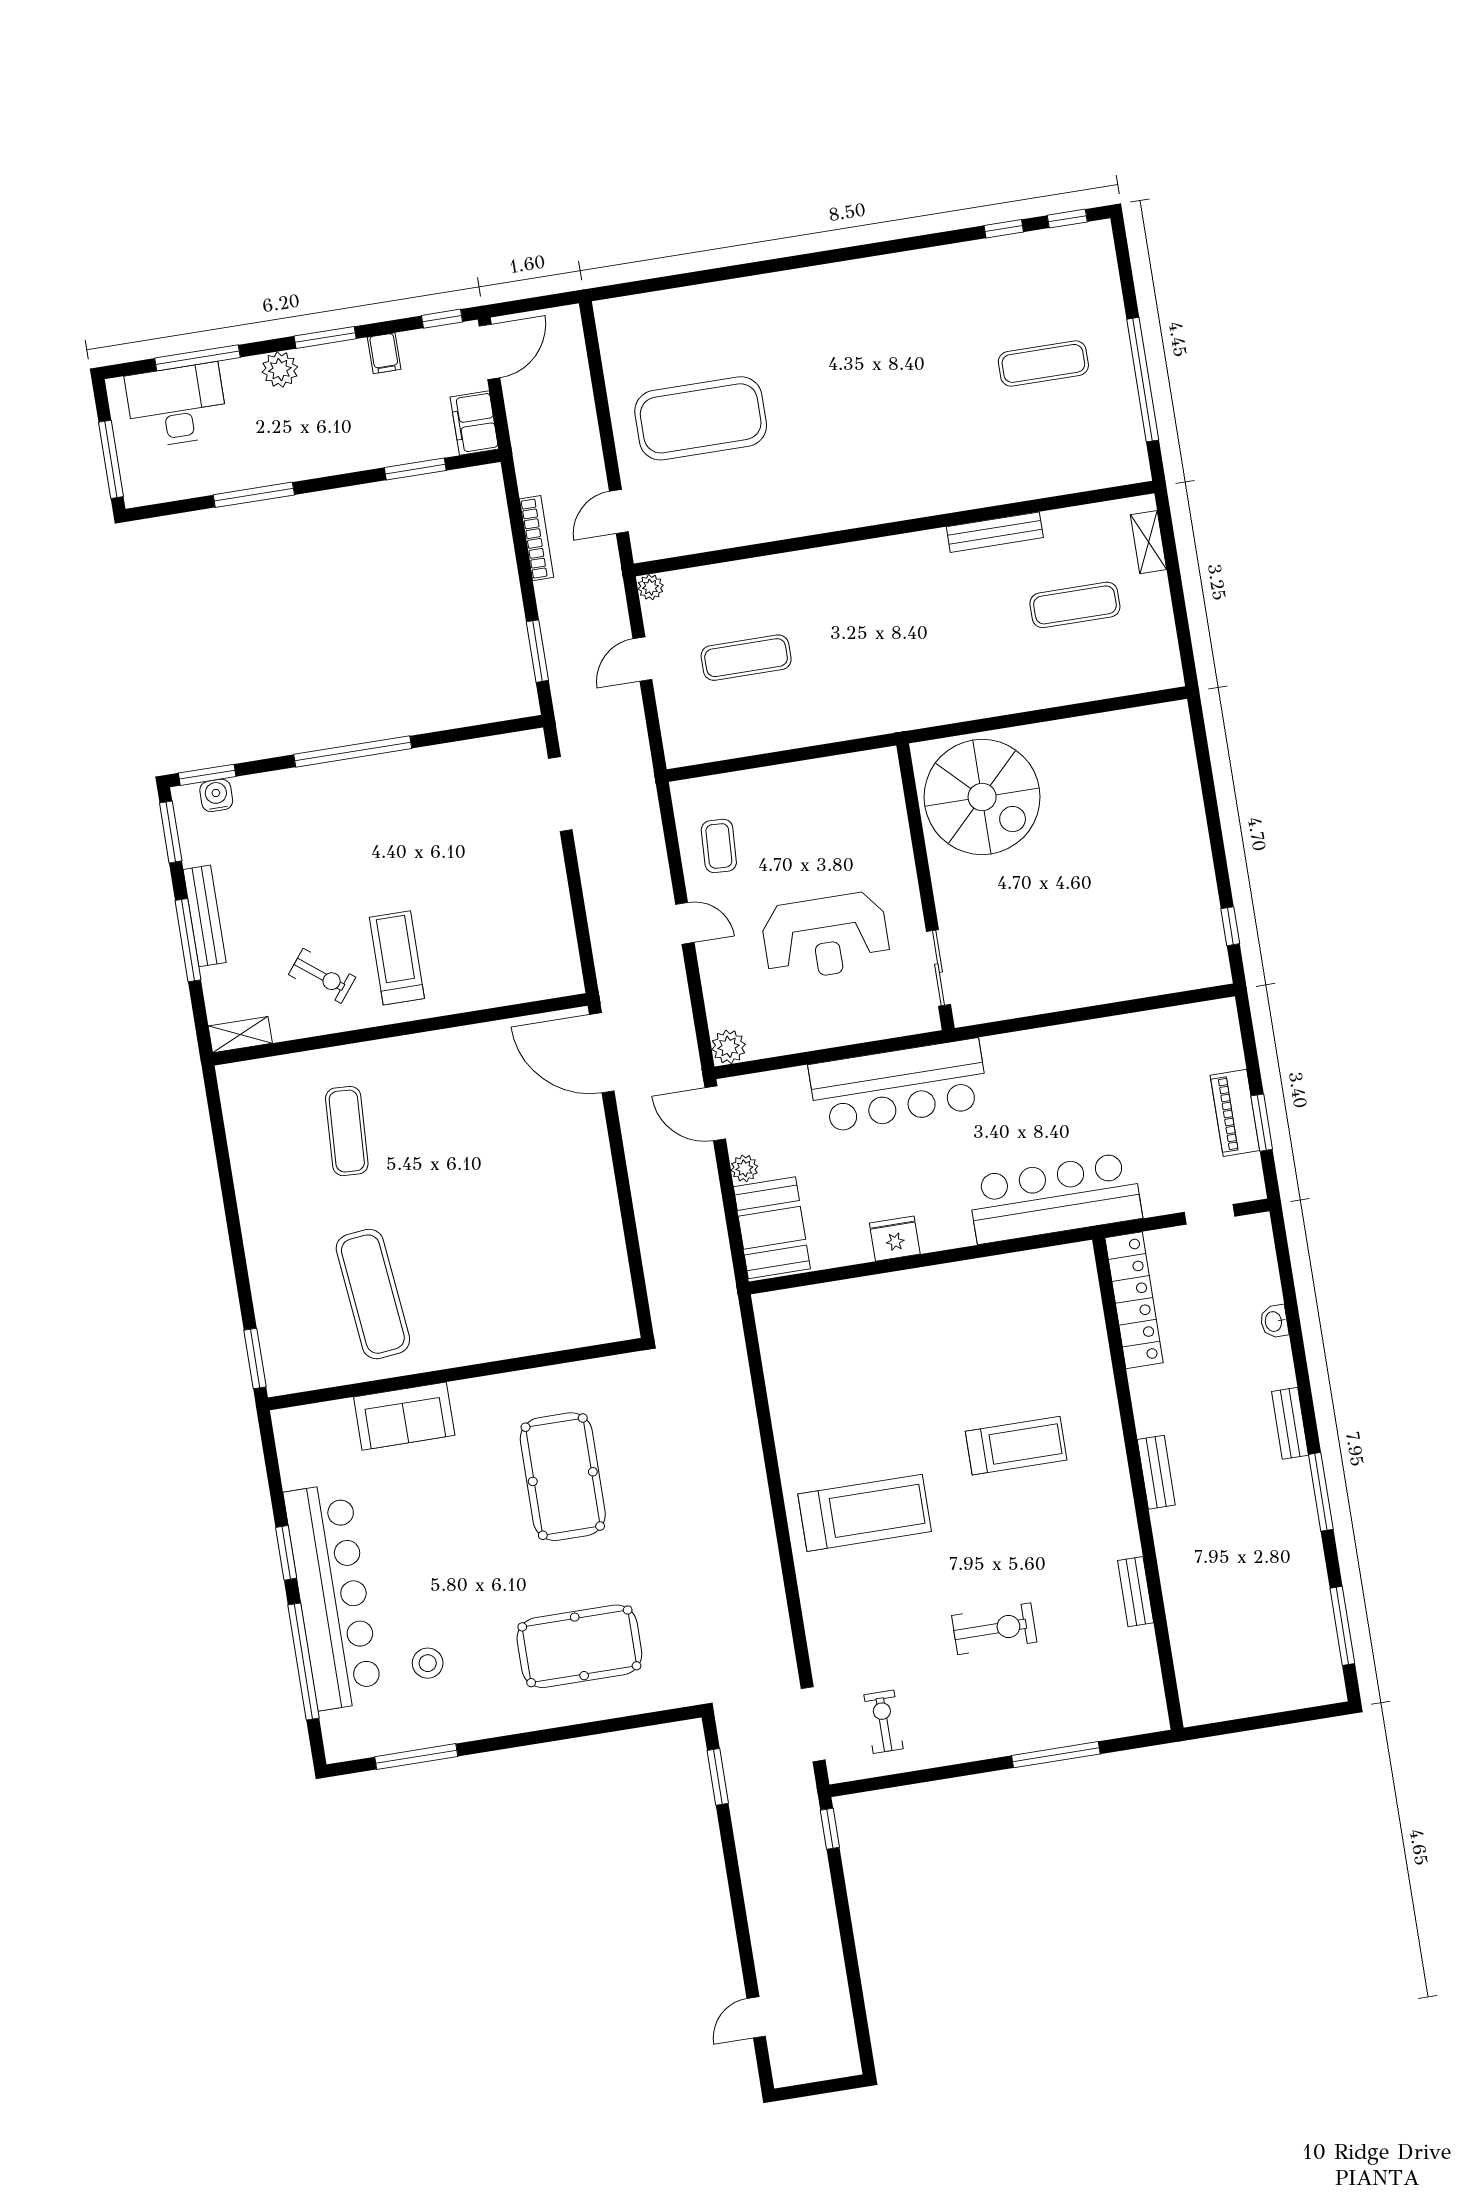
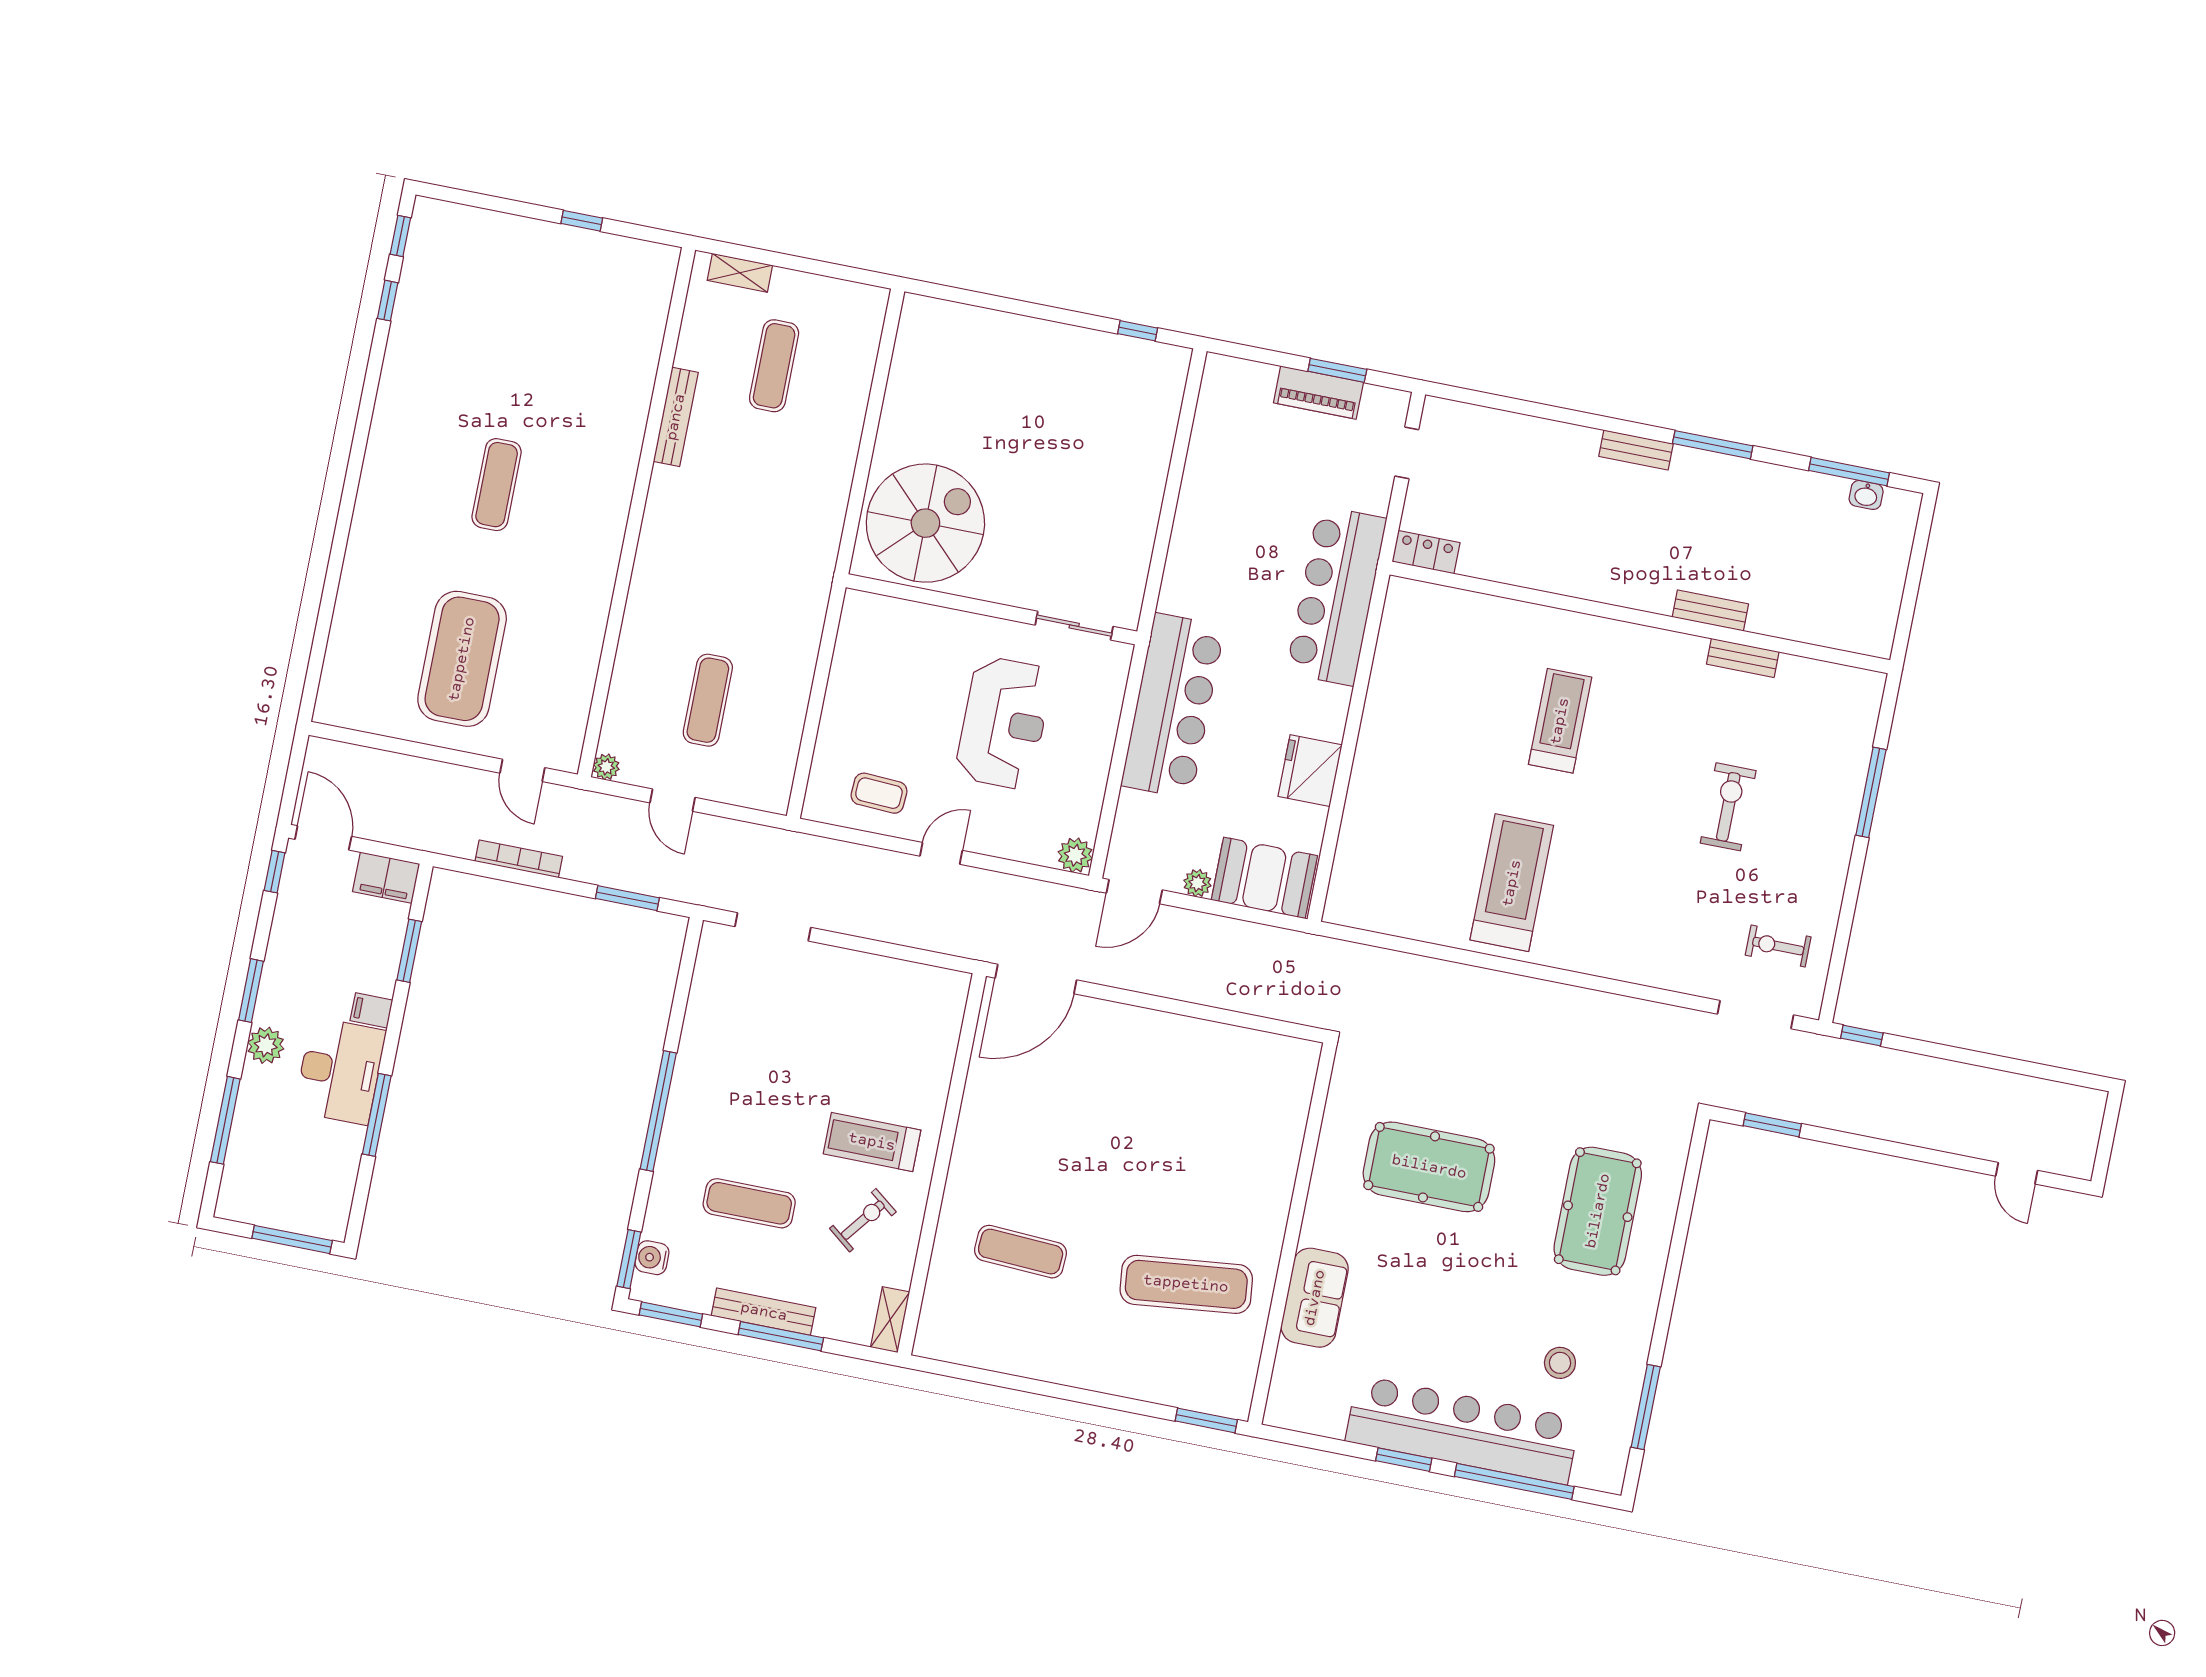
filing cabinet: (384, 353) -> (371, 1010), moved, turned 180
exercise mat: (1043, 363) -> (497, 485), moved
window: (1143, 380) -> (582, 221), width x0.32
desk: (177, 405) -> (340, 1071), moved, turned 180
exercise mat: (299, 866) -> (749, 1203), added
fridge: (895, 1239) -> (1310, 771), width x1.36, depth x1.34
locker: (1134, 1300) -> (1426, 552), width x0.46, depth x0.83
washbasin: (1274, 1321) -> (1866, 495), moved
bench: (1156, 1472) -> (1710, 611), moved
treadmill: (865, 1513) -> (1512, 883), moved

